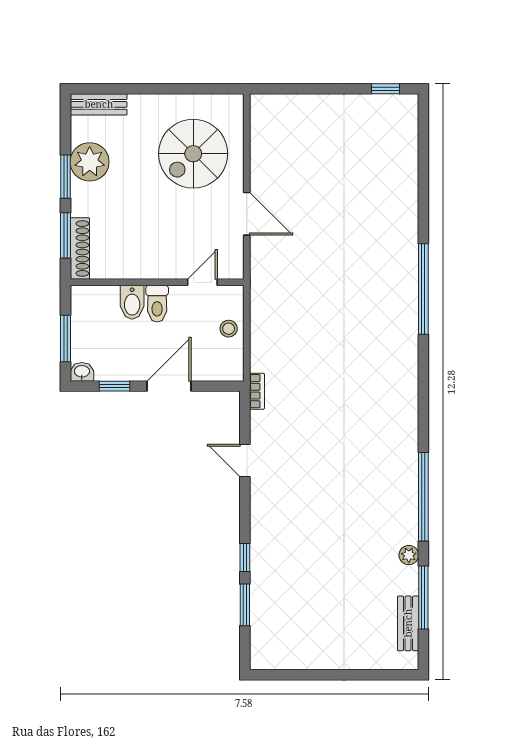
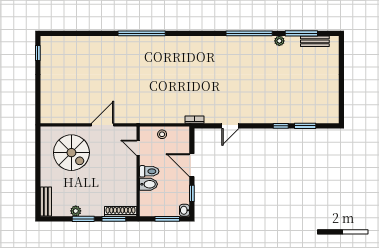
plant: (90, 162) -> (76, 211), width x0.53, depth x0.53

